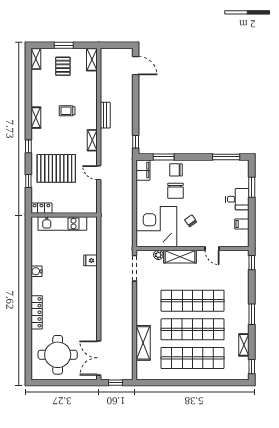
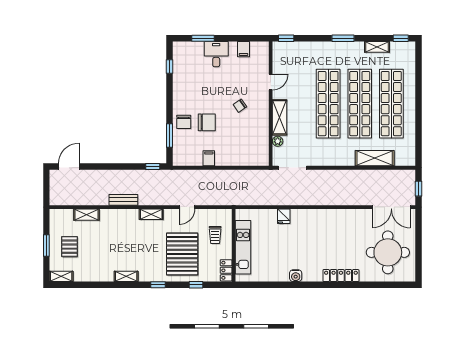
shelving: (92, 60) -> (87, 215), moved
pallet: (63, 66) -> (69, 247), turned 90
trolley: (67, 111) -> (215, 235), moved
window: (226, 157) -> (170, 67), width x0.46
filing cabinet: (143, 170) -> (209, 158), moved, width x0.50
corner desk: (156, 227) -> (246, 144), removed

